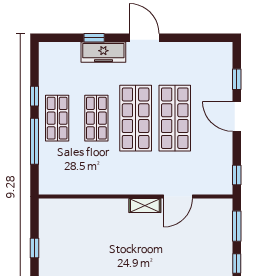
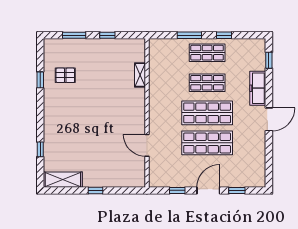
window: (94, 38) -> (269, 60), moved
window: (35, 141) -> (189, 35), width x0.69
window: (237, 175) -> (177, 190), moved
shelving: (145, 206) -> (140, 75), moved
window: (237, 226) -> (124, 190), removed

